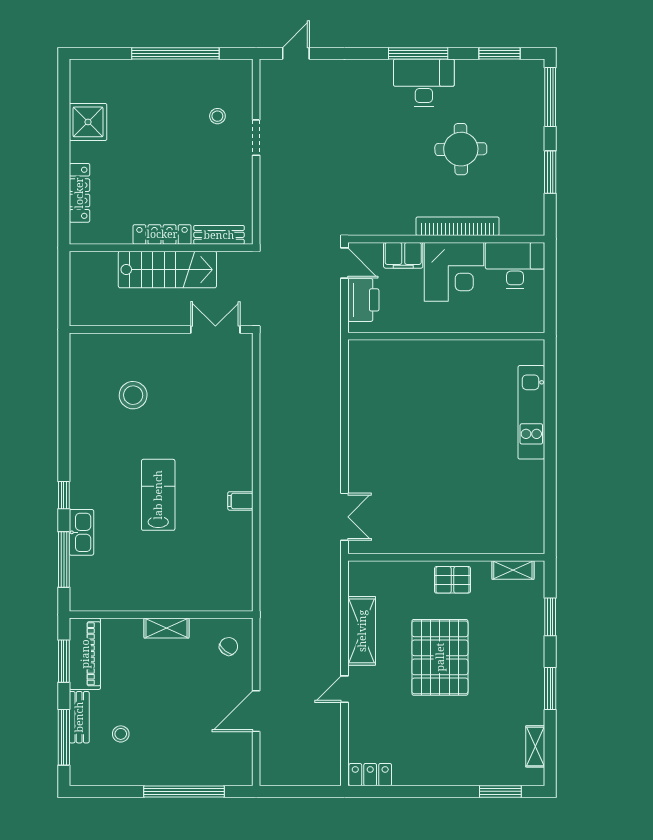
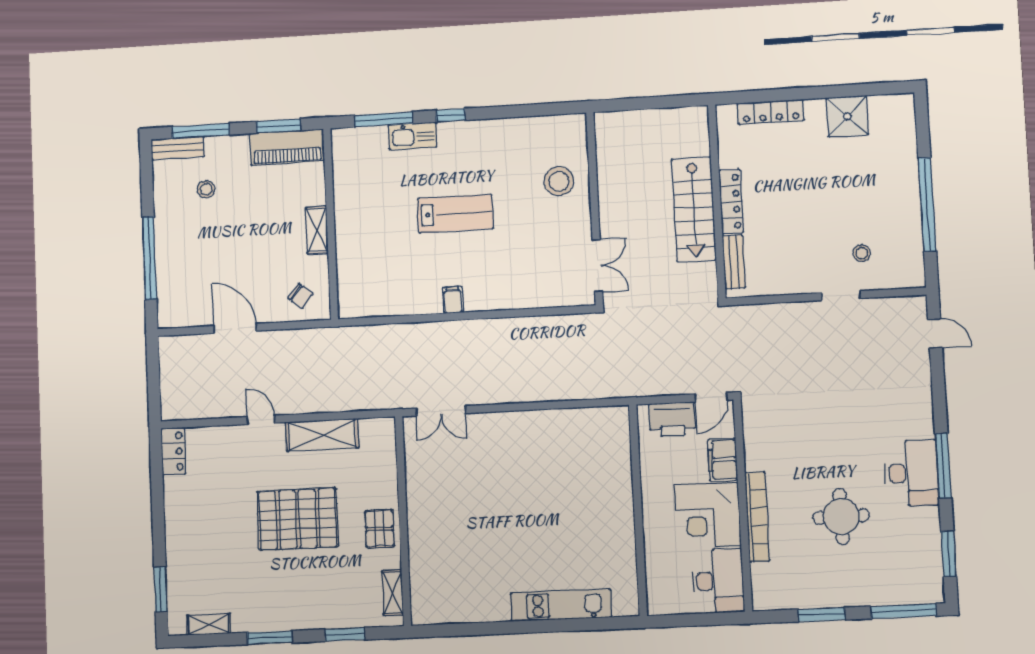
wall: (161, 330) -> (595, 208), moved
double door: (215, 330) -> (597, 266), moved
bench: (79, 717) -> (178, 148), moved

